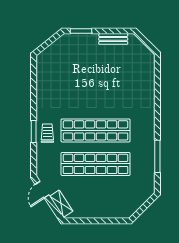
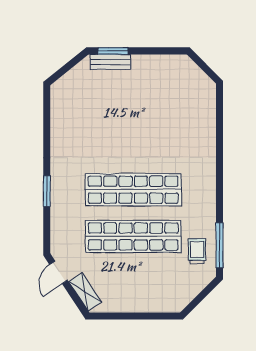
bench: (113, 39) -> (110, 62), moved
trolley: (47, 133) -> (197, 251), moved
window: (157, 156) -> (220, 245), moved

